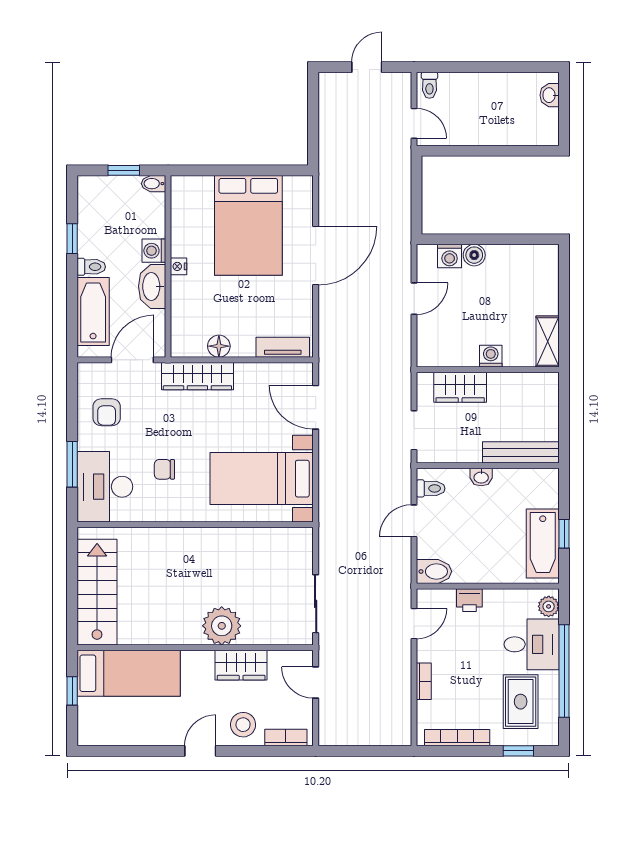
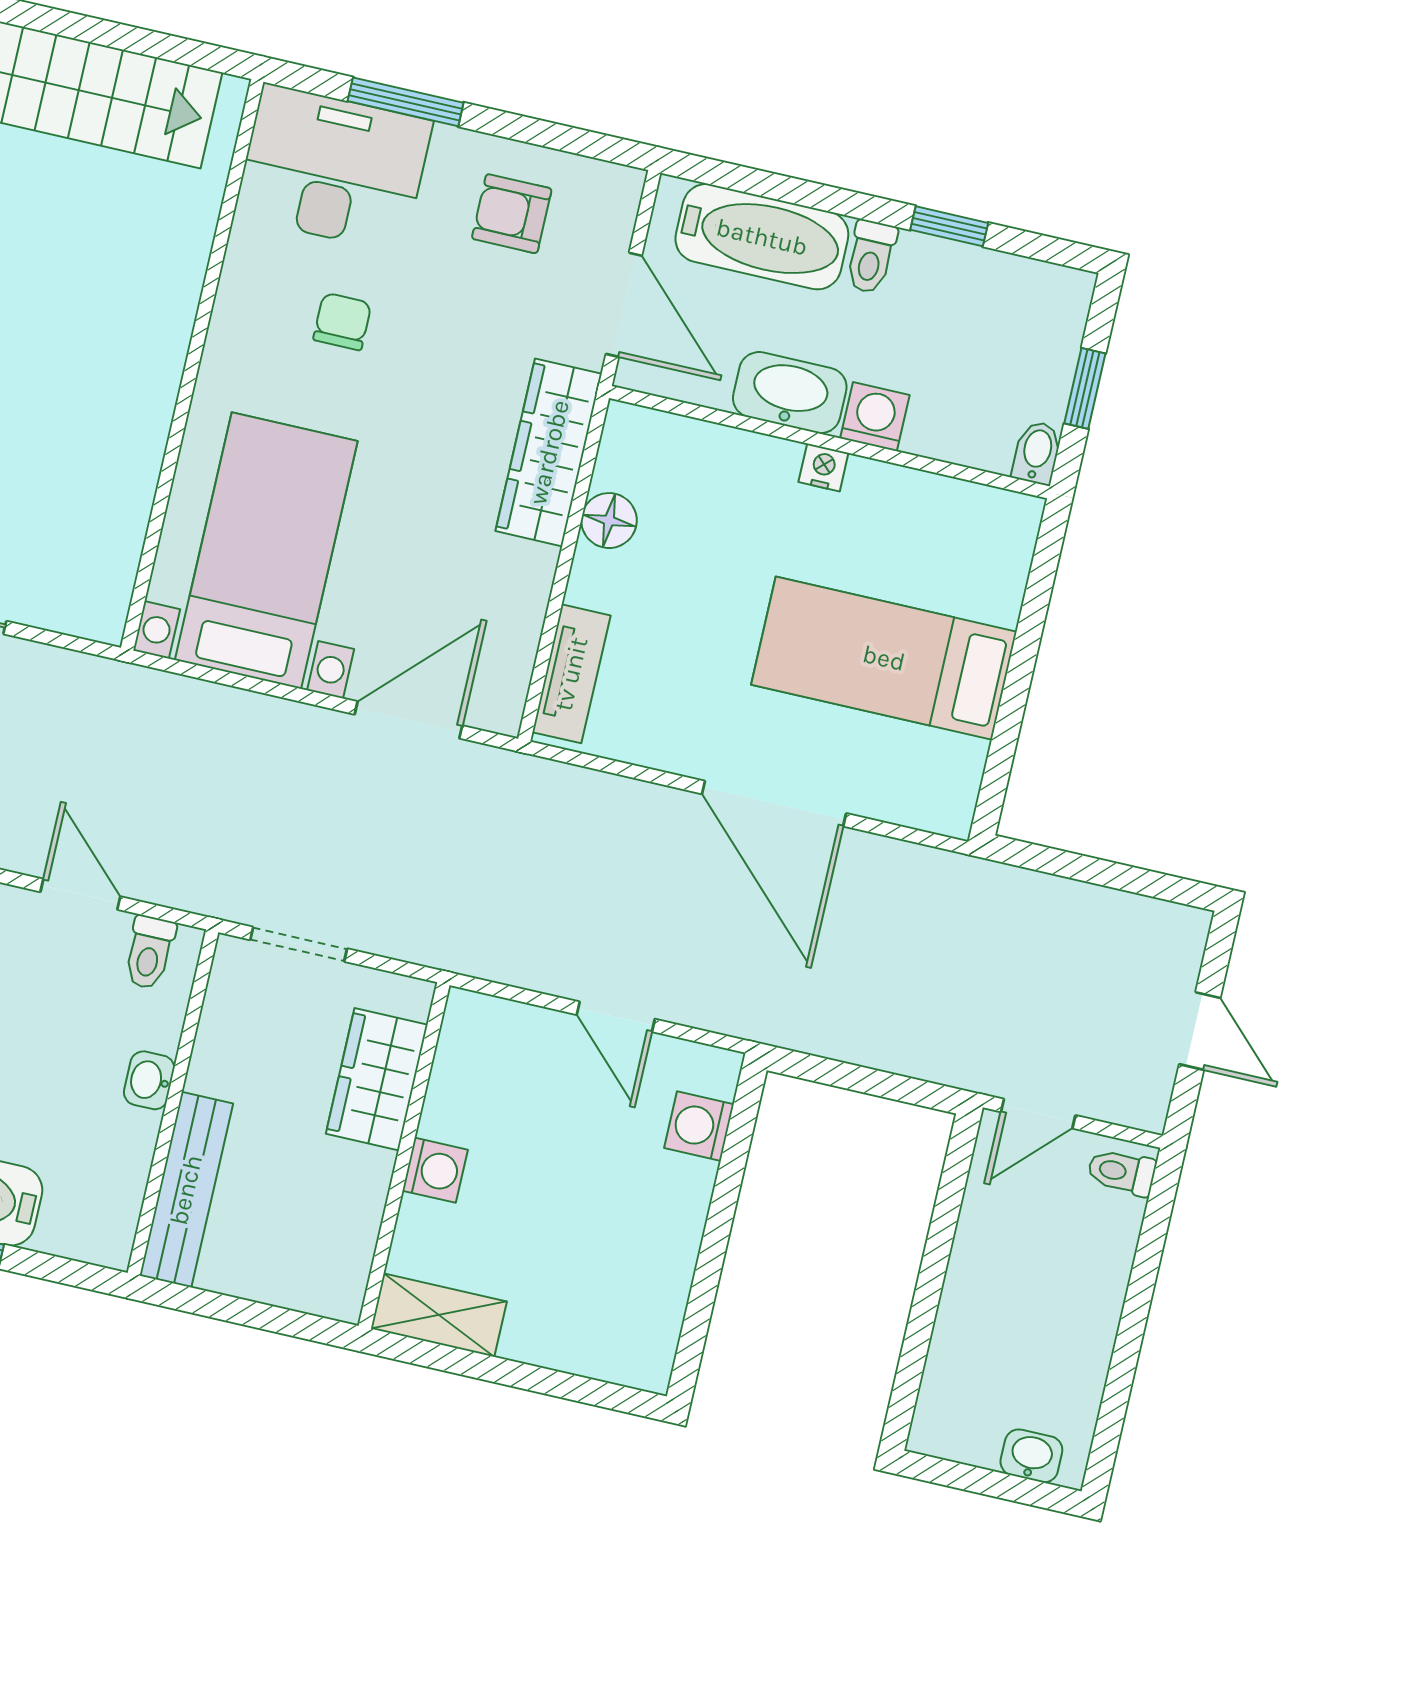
bed: (248, 225) -> (884, 658), width x0.67
boiler: (474, 255) -> (688, 1186), removed

